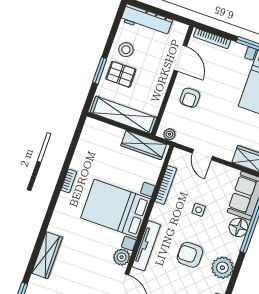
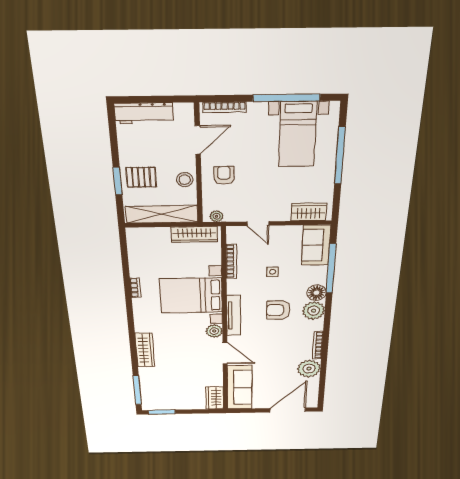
stool: (126, 50) -> (185, 180), moved
door: (180, 58) -> (198, 140), hinge flipped
armchair: (190, 98) -> (224, 175), turned 180
floor lamp: (238, 227) -> (317, 293), moved

